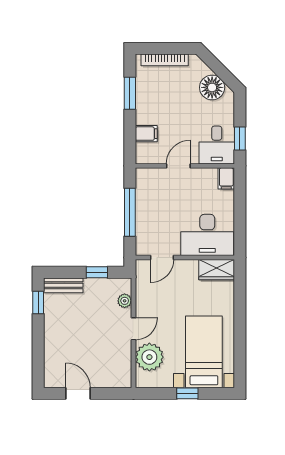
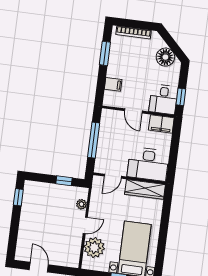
door: (178, 166) -> (133, 111), swing flipped
filing cabinet: (226, 178) -> (161, 124), width x2.00
wardrobe: (217, 270) -> (145, 189), width x1.50
bench: (63, 285) -> (38, 187), removed

